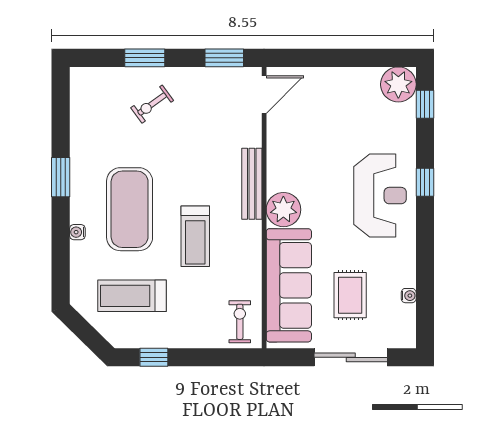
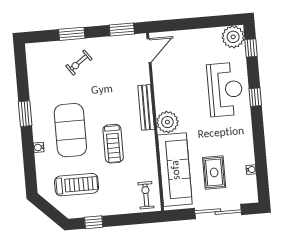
reception desk: (380, 196) -> (225, 90), moved
treadmill: (132, 296) -> (77, 185), turned 180

